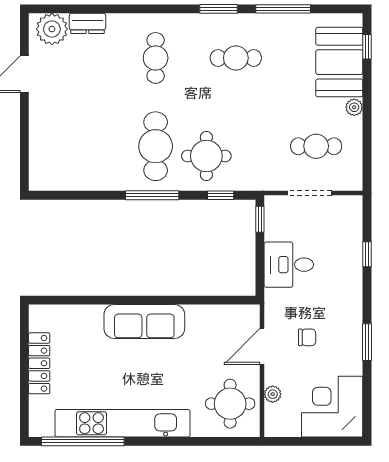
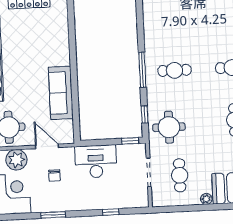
cafe table: (156, 146) -> (175, 70), width x0.73, depth x0.74
round table: (206, 156) -> (169, 127), moved
desk: (289, 265) -> (96, 162), width x1.37
sofa: (144, 322) -> (61, 93), moved
plant: (273, 394) -> (16, 160), width x1.87, depth x1.87

